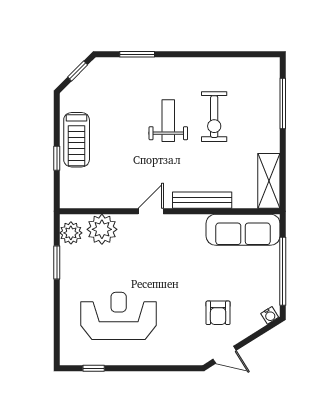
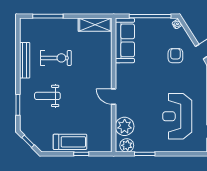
weight bench: (168, 121) -> (47, 96), moved
bench: (202, 200) -> (25, 60), moved
armchair: (218, 313) -> (175, 56), turned -90

